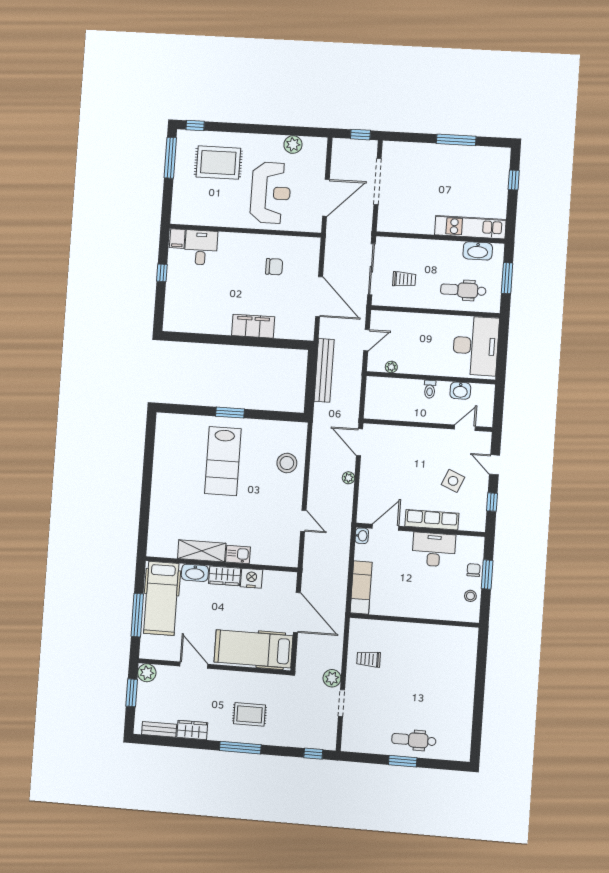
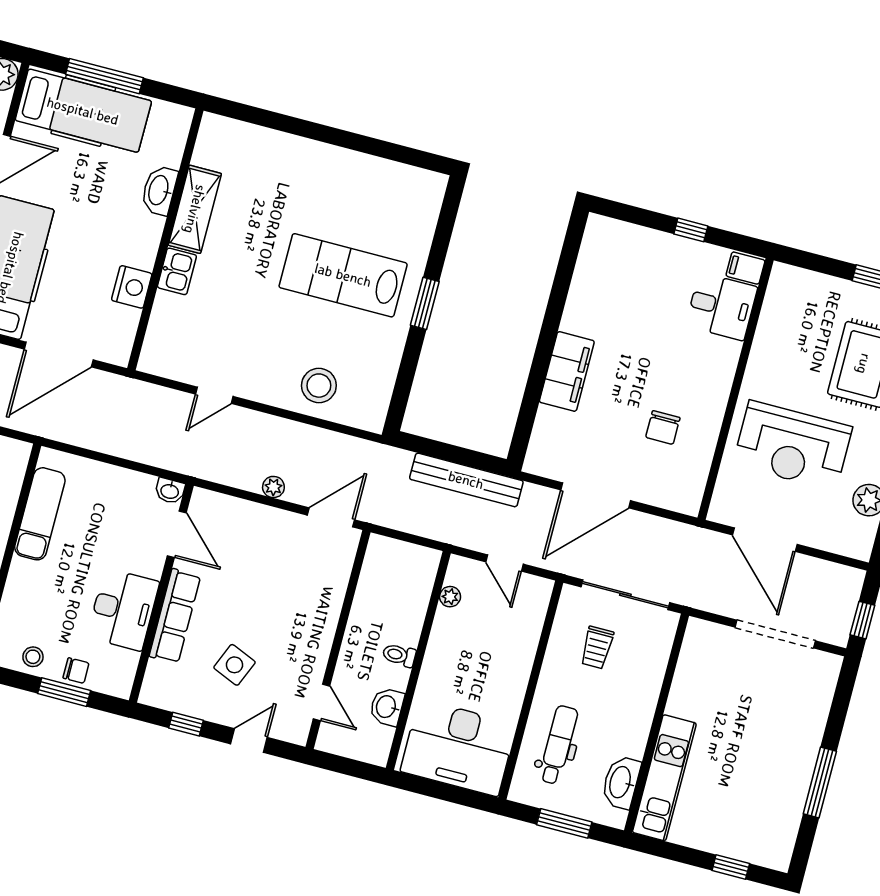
wardrobe: (225, 576) -> (144, 241), removed
exam couch: (361, 588) -> (40, 514), moved, turned -90
hospital bed: (161, 598) -> (83, 111), moved, turned 180

